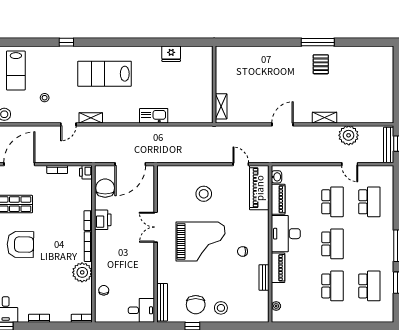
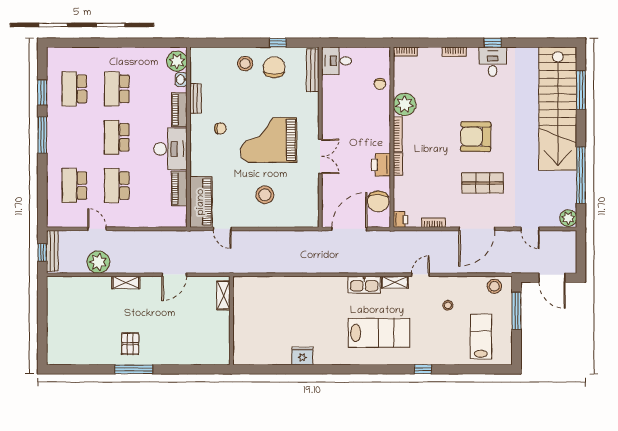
wall: (214, 84) -> (231, 321), moved
shelving: (221, 106) -> (223, 295), moved
kitchen sink: (154, 116) -> (364, 285), moved
washbasin: (276, 177) -> (181, 80), moved
plant: (276, 306) -> (177, 61), width x1.88, depth x1.88

